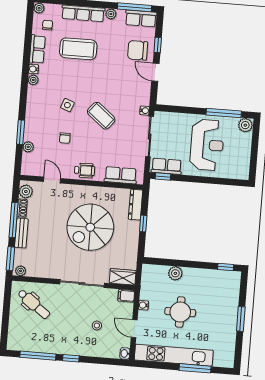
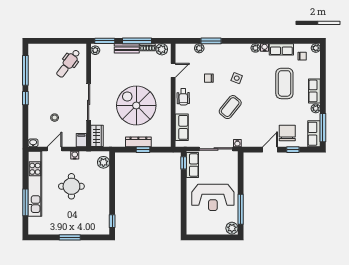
row of seats: (83, 13) -> (314, 91), width x0.68
dresser: (136, 205) -> (138, 142), moved
plant: (175, 273) -> (103, 162), moved

